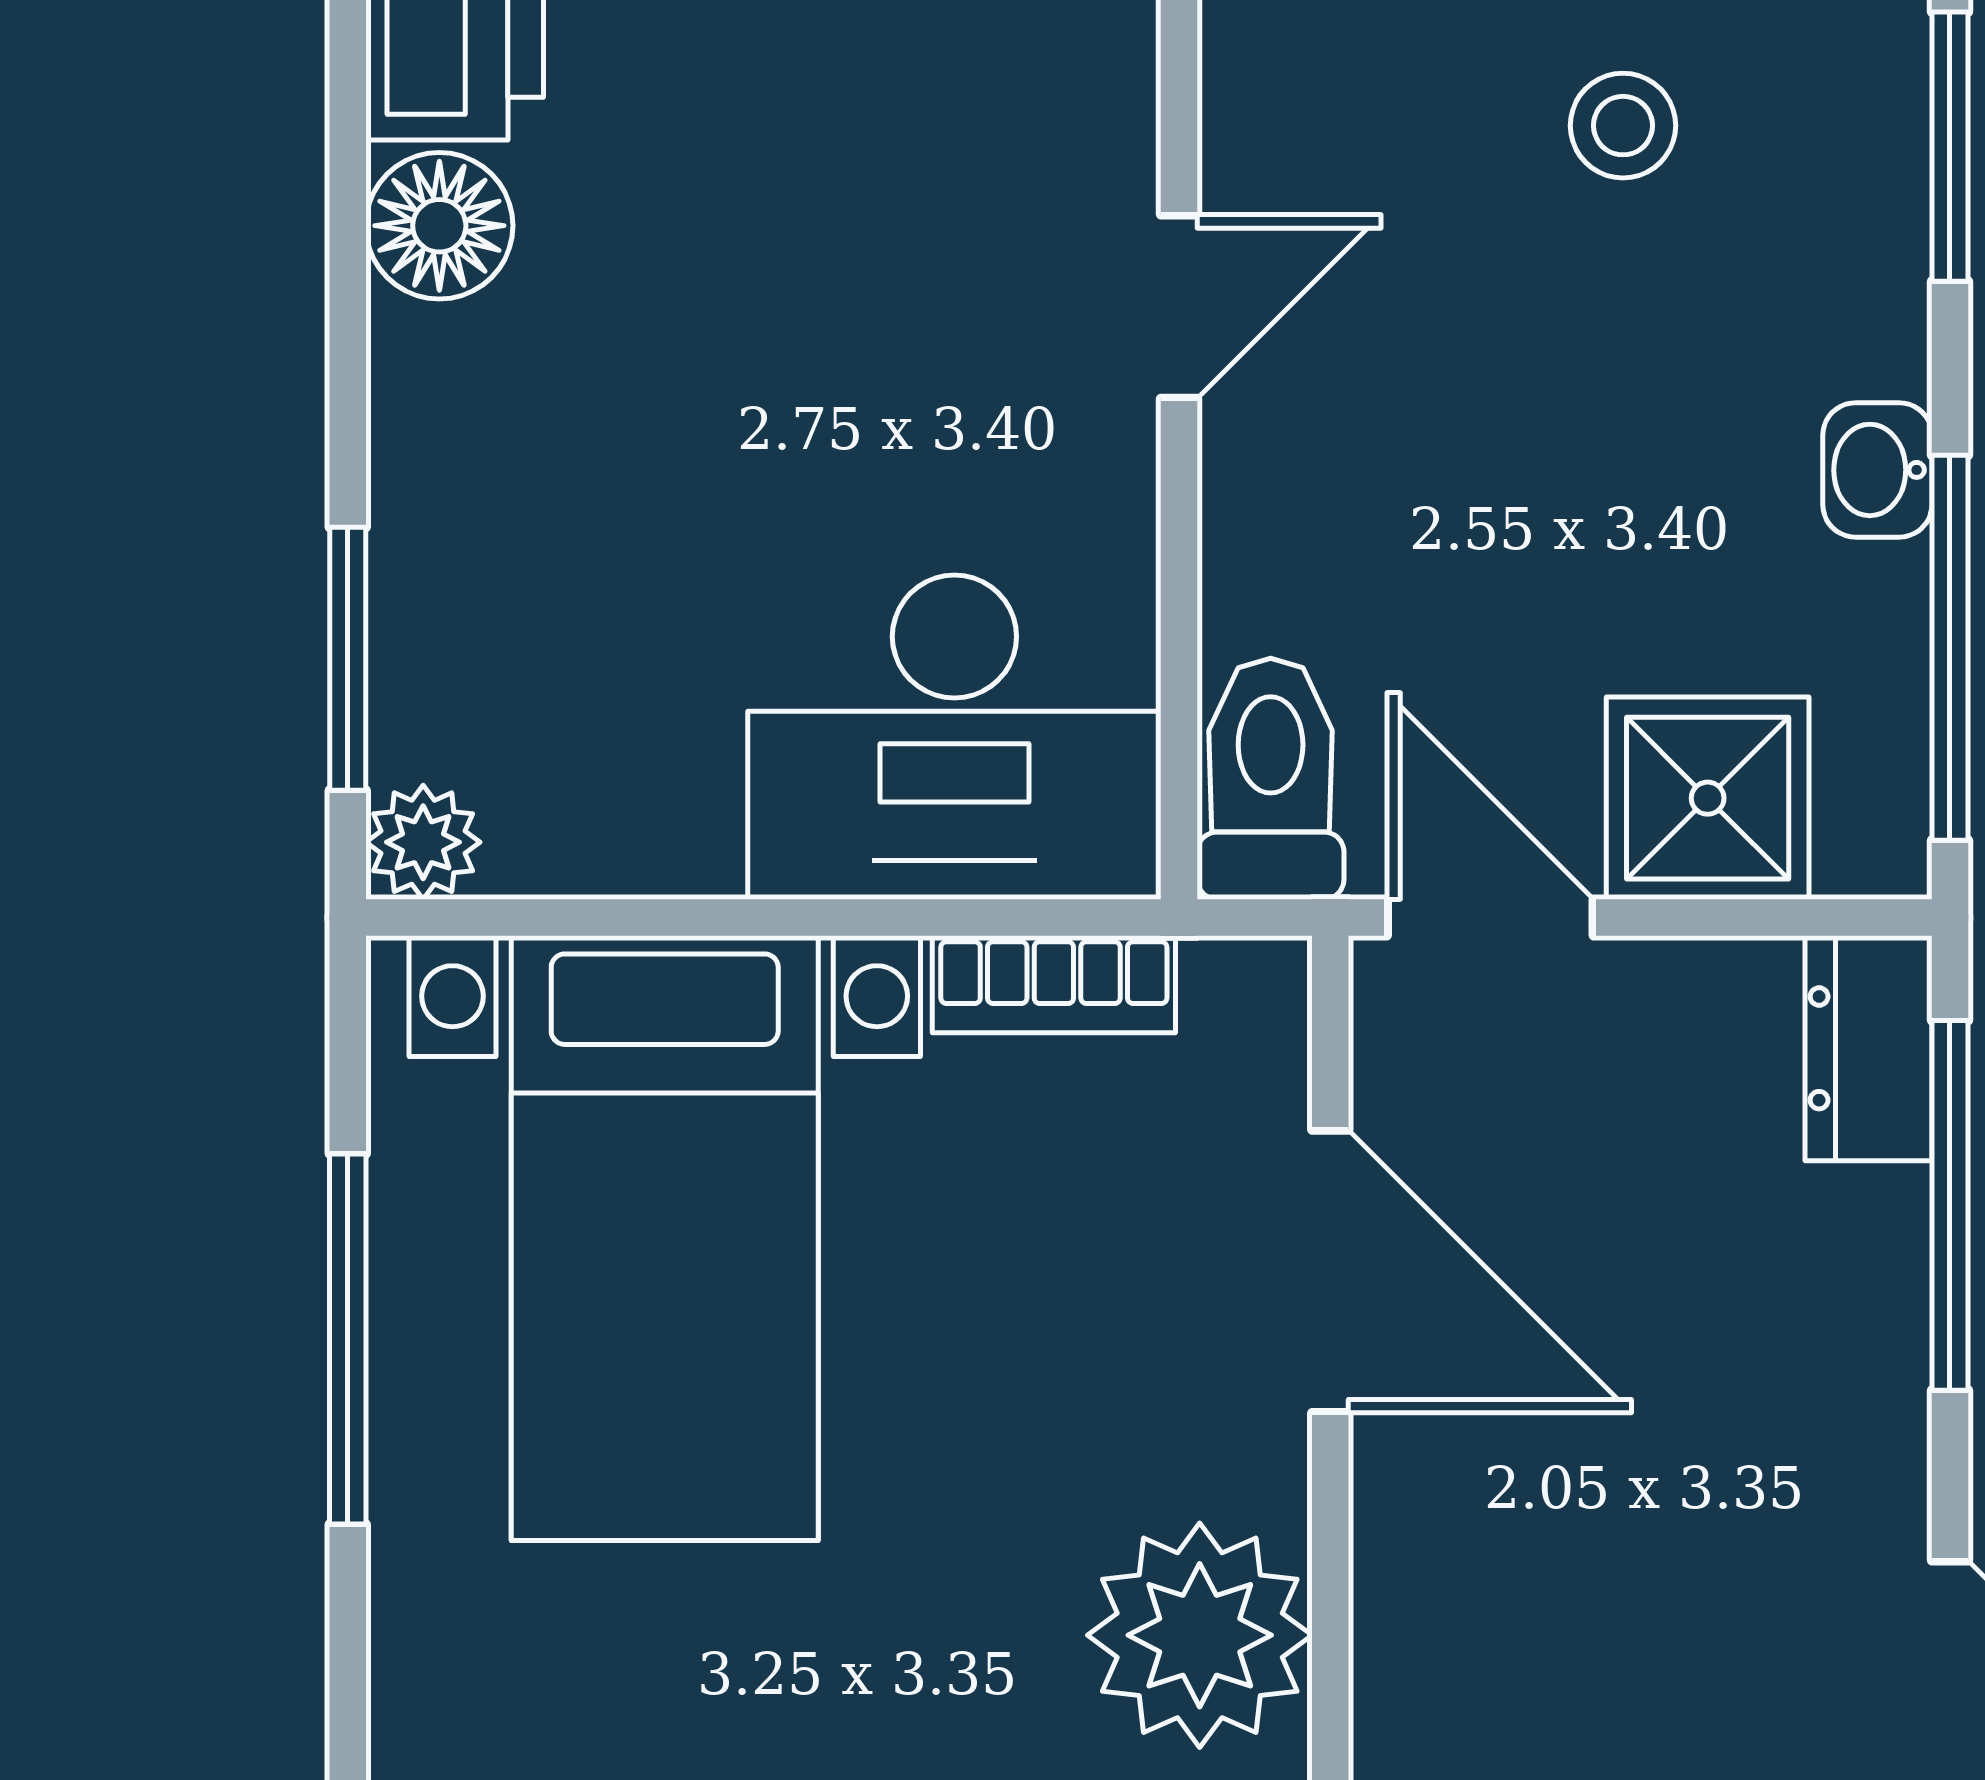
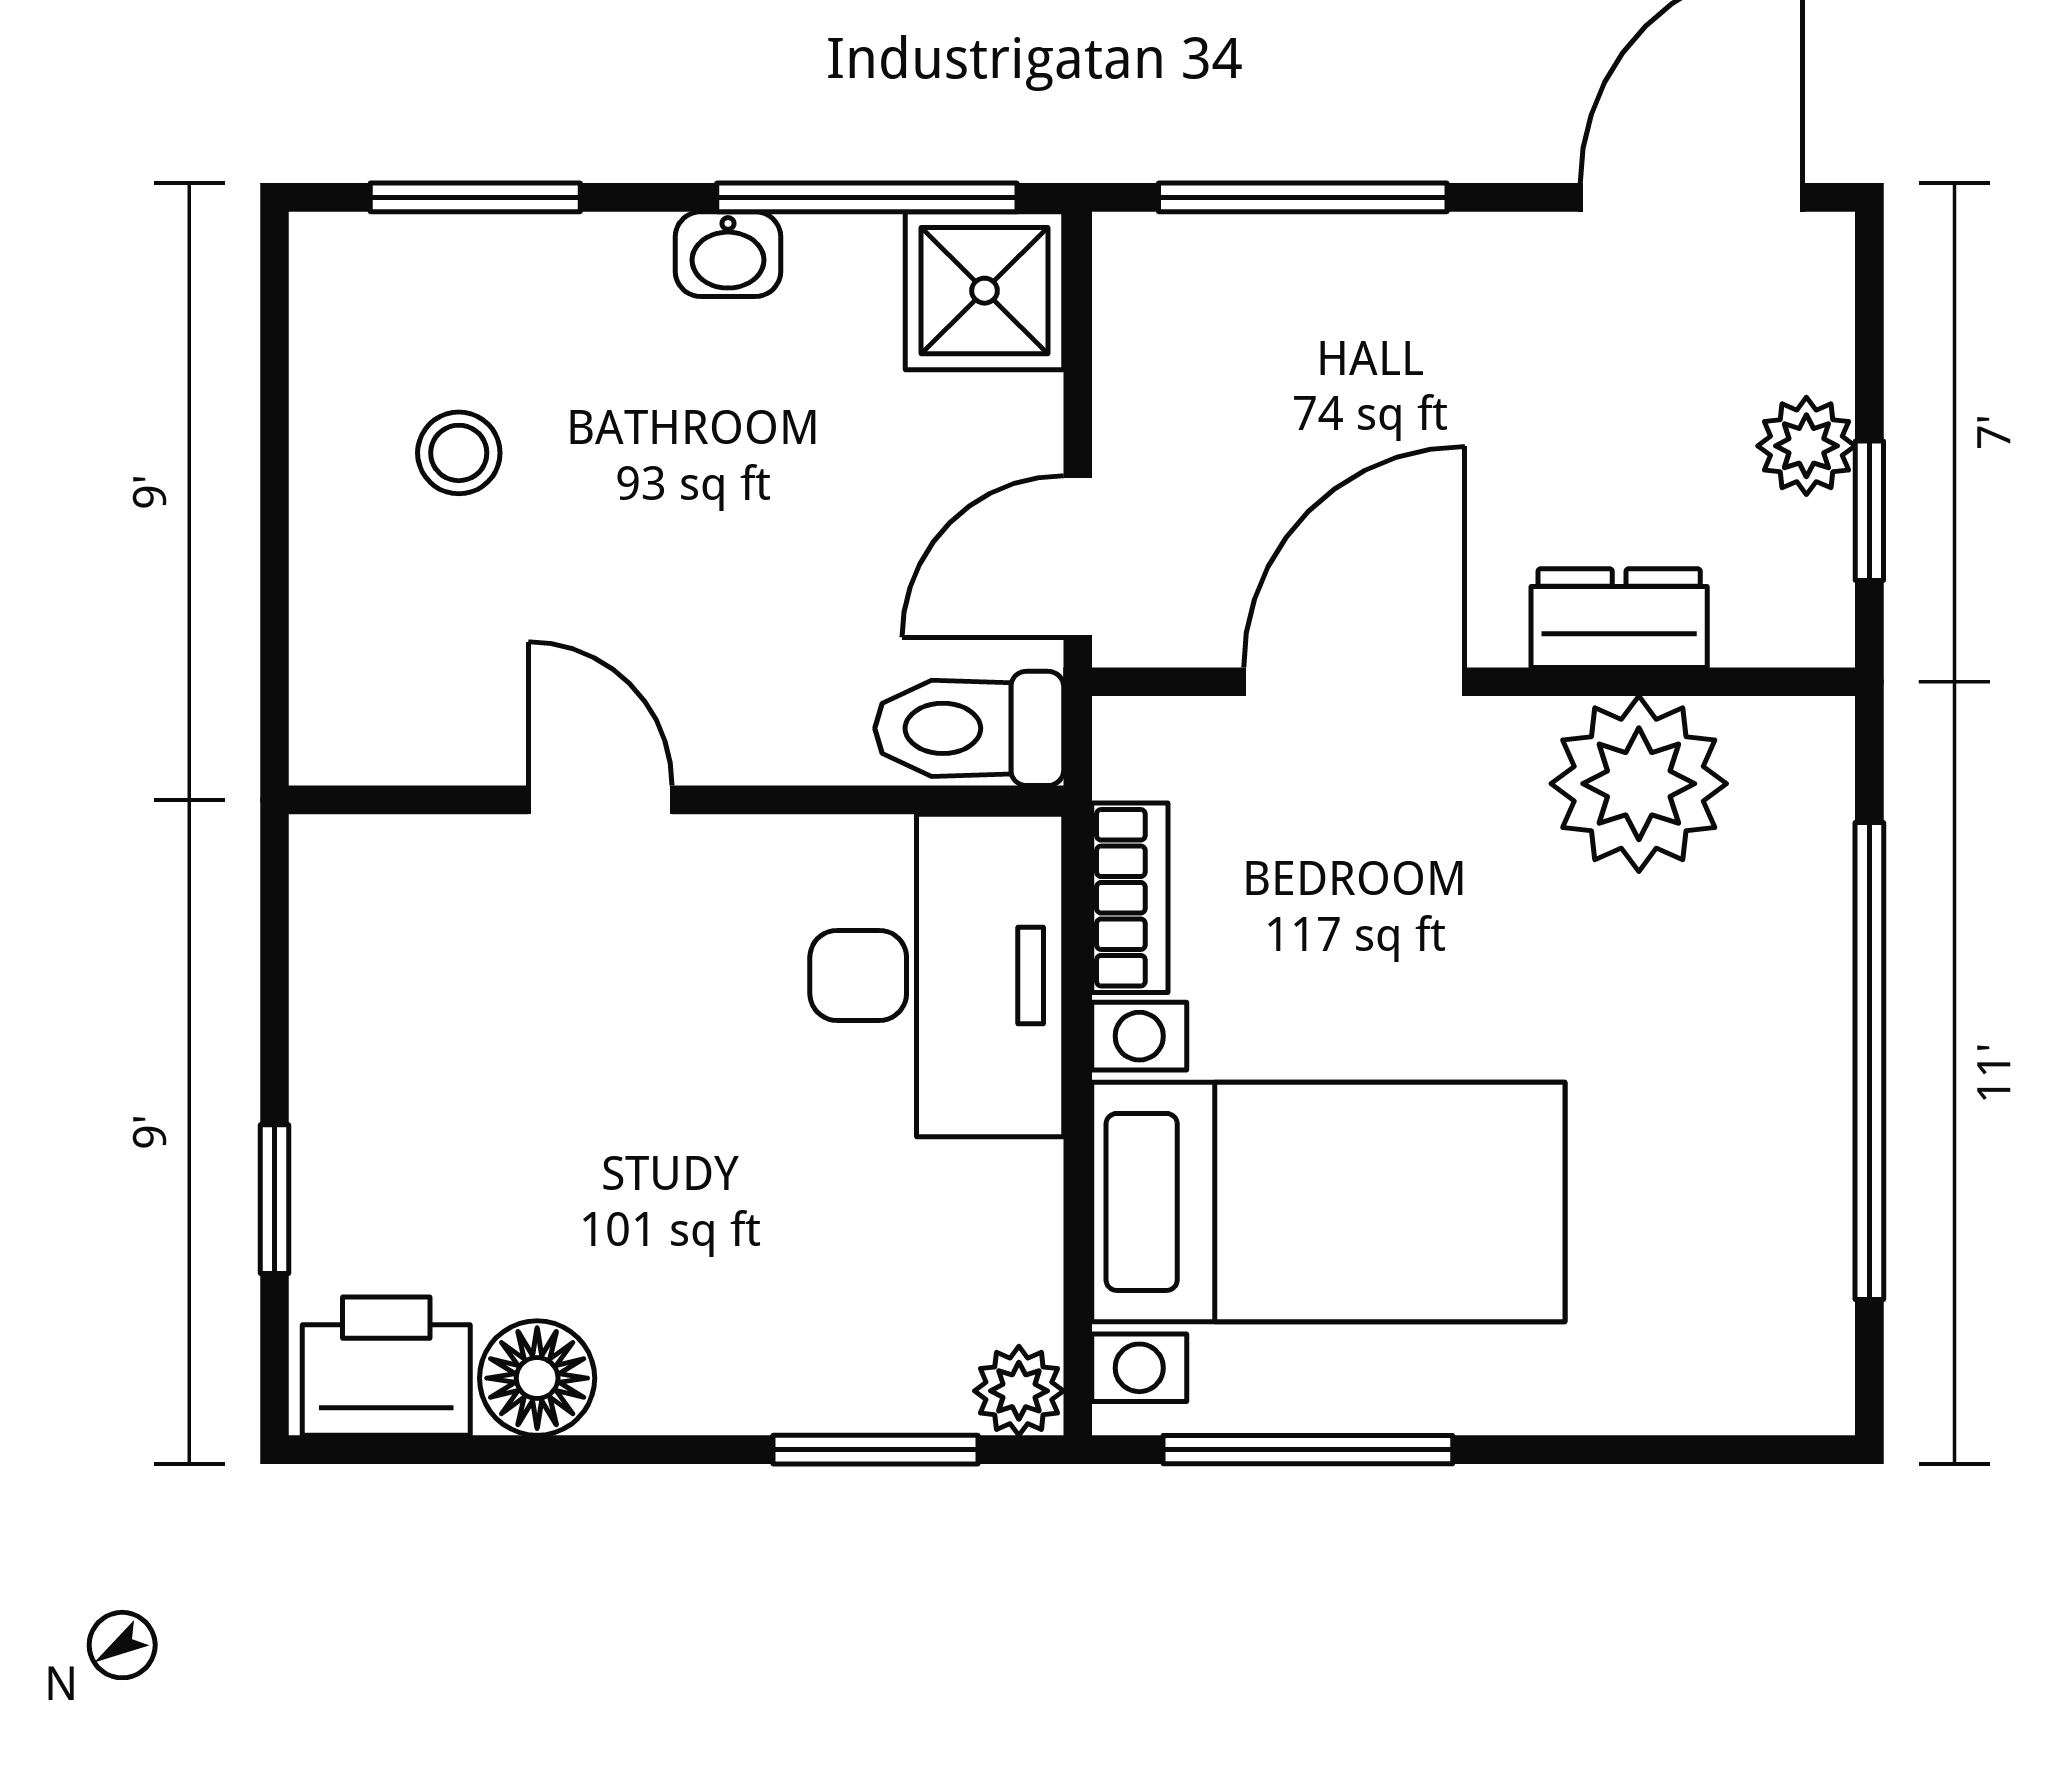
shower: (1708, 798) -> (984, 291), moved
dresser: (1868, 1048) -> (1619, 618), moved, turned 180
window: (348, 1339) -> (1308, 1450), moved

